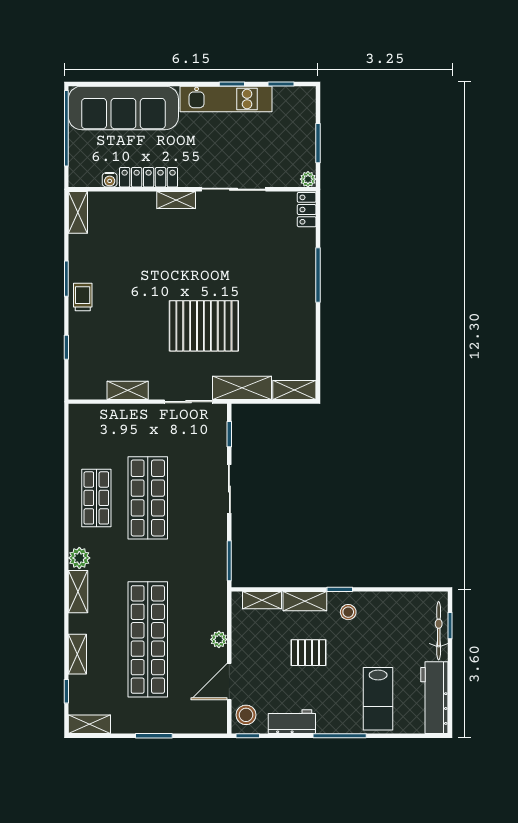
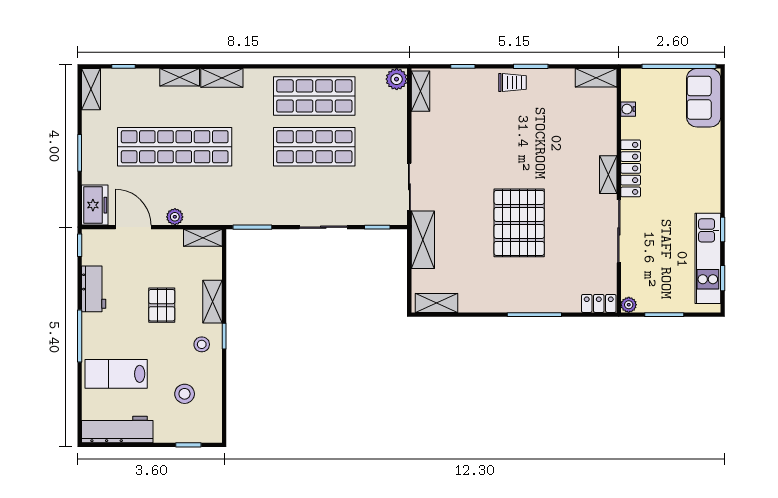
kitchen unit: (226, 99) -> (708, 258), moved
sofa: (123, 108) -> (704, 98), width x0.54, depth x0.79
locker: (149, 177) -> (631, 168), moved
pallet: (204, 326) -> (519, 223), moved
shelving: (128, 390) -> (420, 91), moved
shelving: (294, 390) -> (436, 303), moved, turned 90
shop shelf: (96, 498) -> (314, 96), width x1.43, depth x1.36
plant: (79, 558) -> (397, 79), moved
shelving: (262, 600) -> (203, 238), moved, turned 90
bicycle: (439, 631) -> (183, 434), removed
shelving: (77, 654) -> (180, 77), moved
stool: (246, 715) -> (185, 394), moved
freezer: (207, 721) -> (95, 205), added

